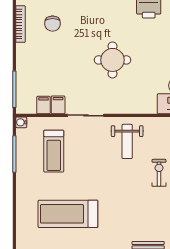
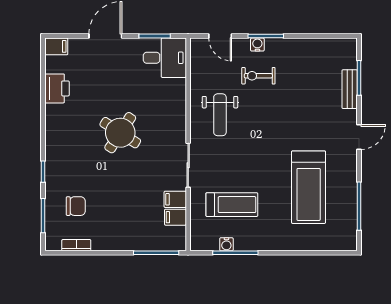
bookcase: (21, 24) -> (76, 245), width x0.64
round table: (112, 60) -> (120, 133), turned 33
water cooler: (21, 122) -> (226, 244), moved
weight bench: (127, 141) -> (220, 115), turned 90

